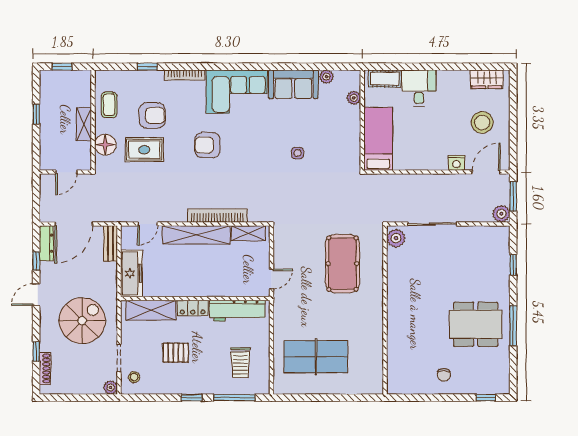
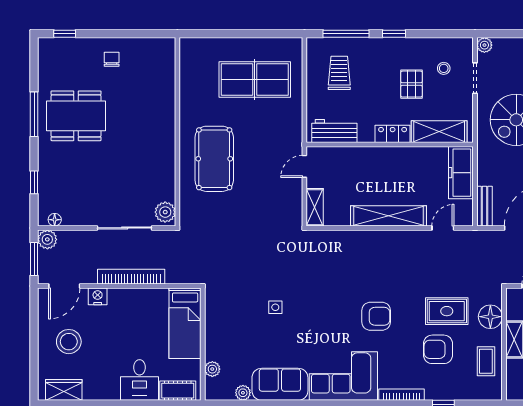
bookcase: (217, 216) -> (131, 277), moved, turned 180
floor lamp: (495, 231) -> (55, 220), added
shelving: (248, 233) -> (315, 207), moved, turned 90
pool table: (342, 264) -> (214, 159), moved
workbench: (237, 311) -> (334, 131), width x0.73
pallet: (176, 353) -> (412, 84), turned 90
stool: (134, 377) -> (444, 68), moved

